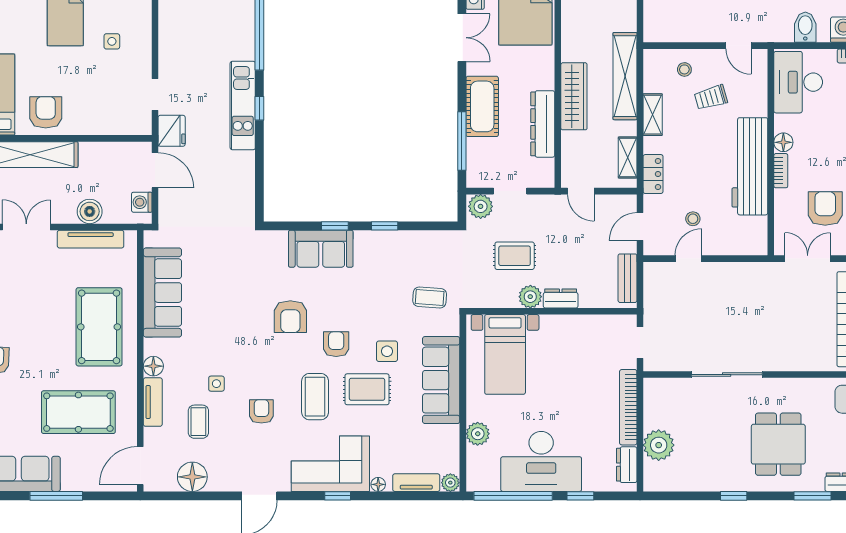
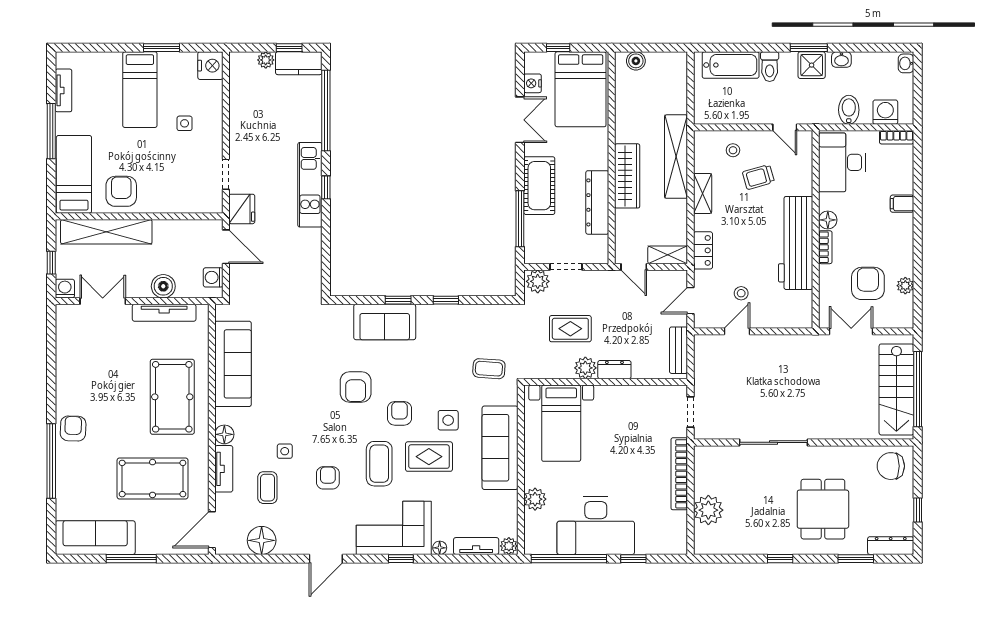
shelving: (628, 157) -> (668, 255), moved, turned 90
dresser: (627, 465) -> (678, 529), removed

